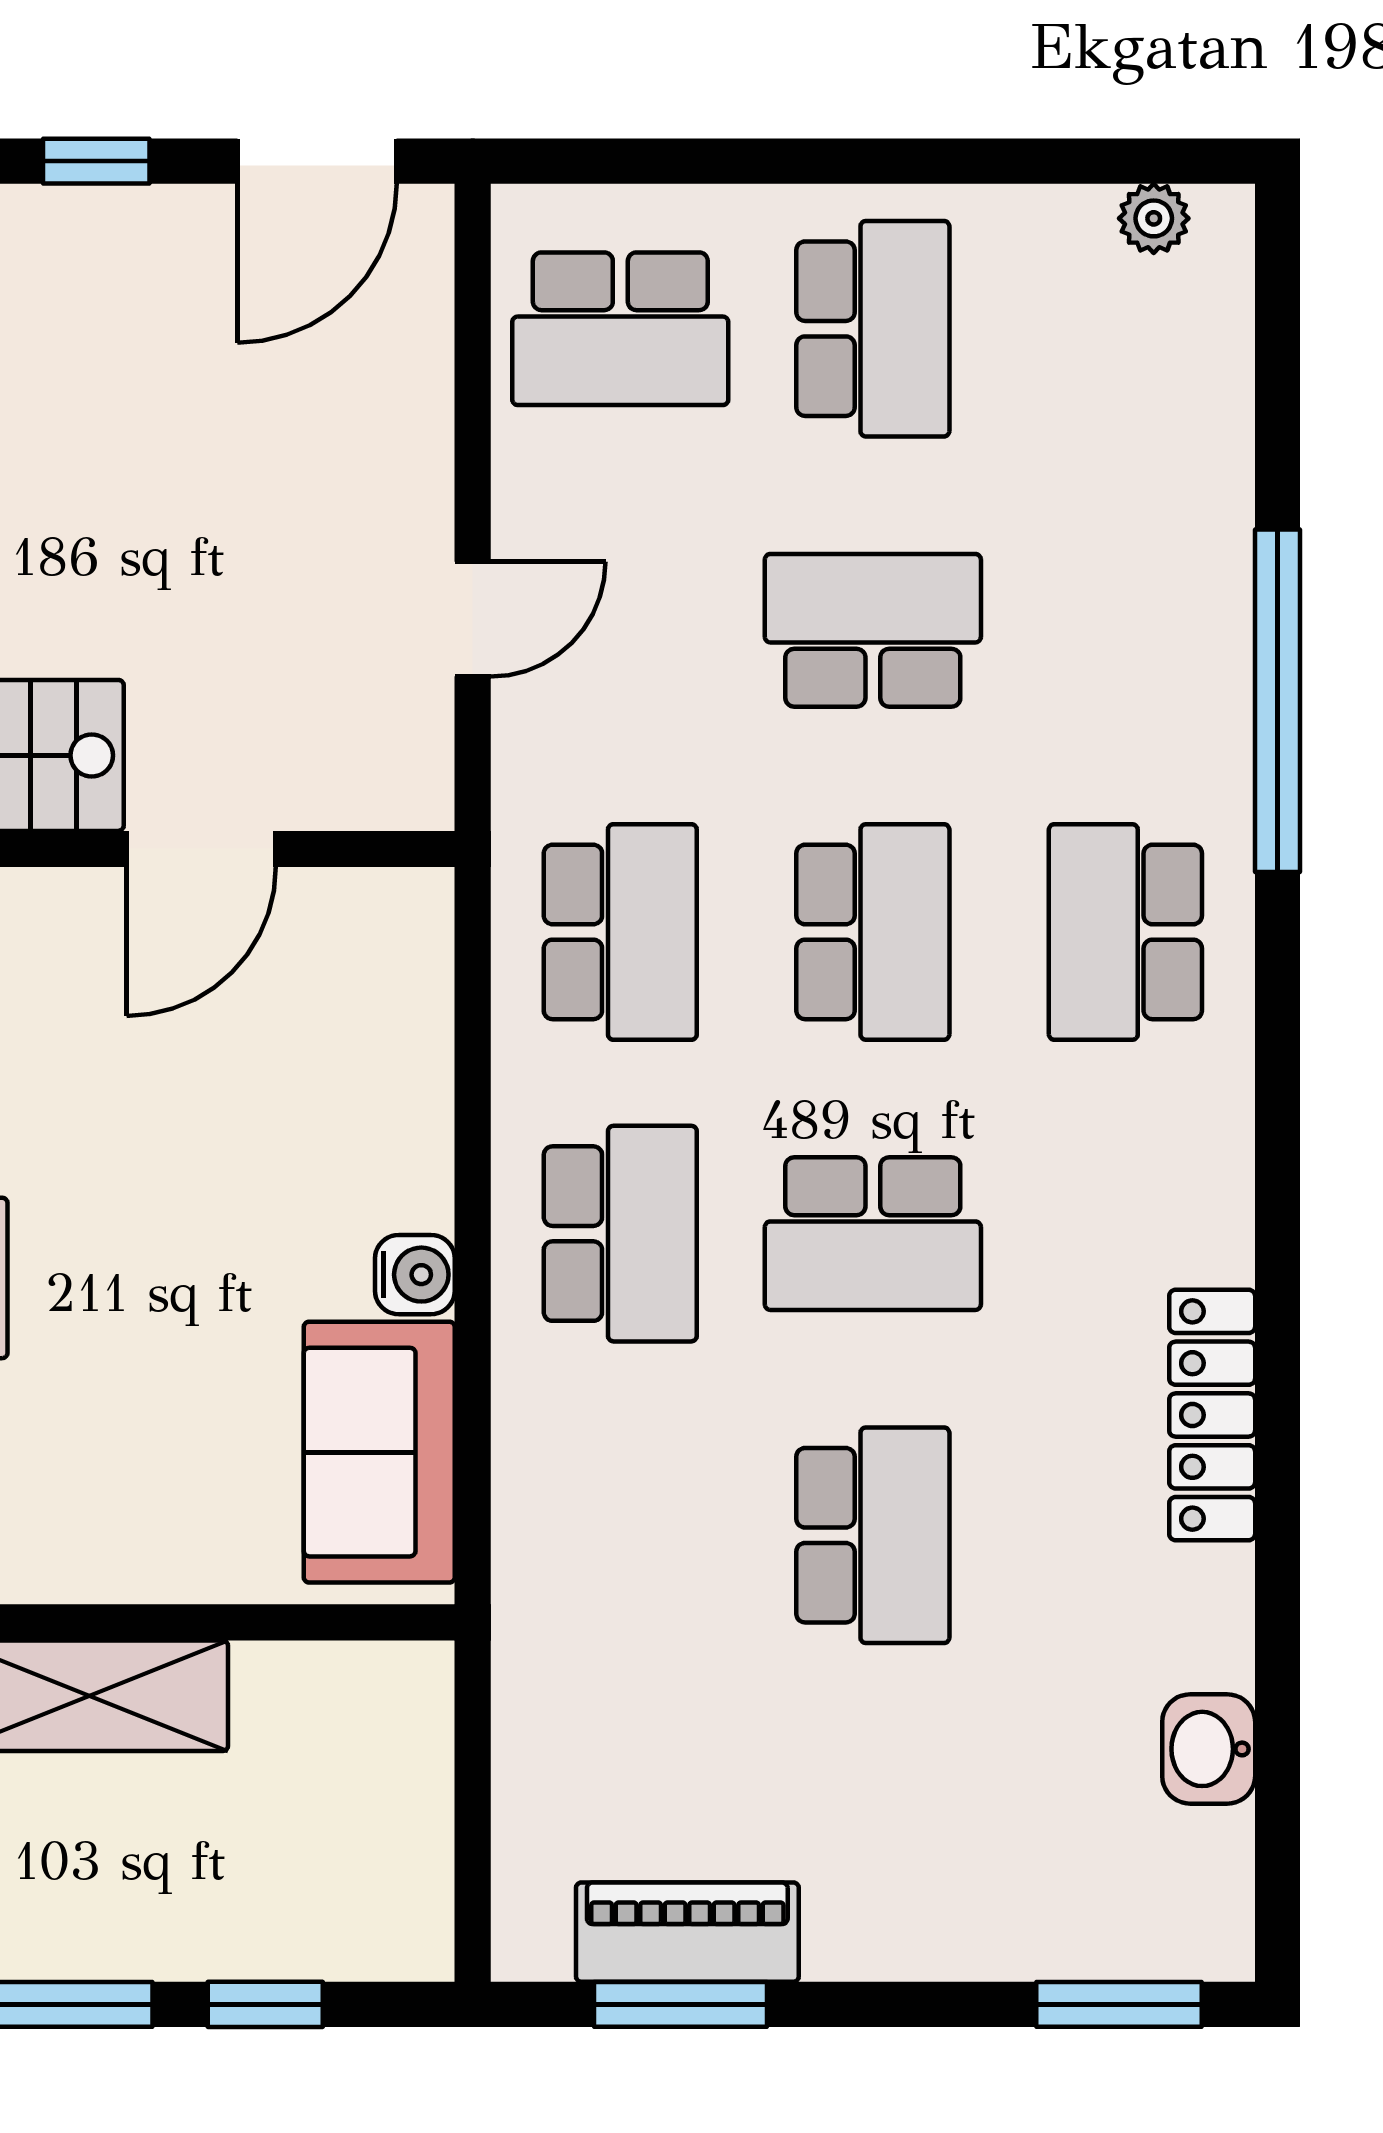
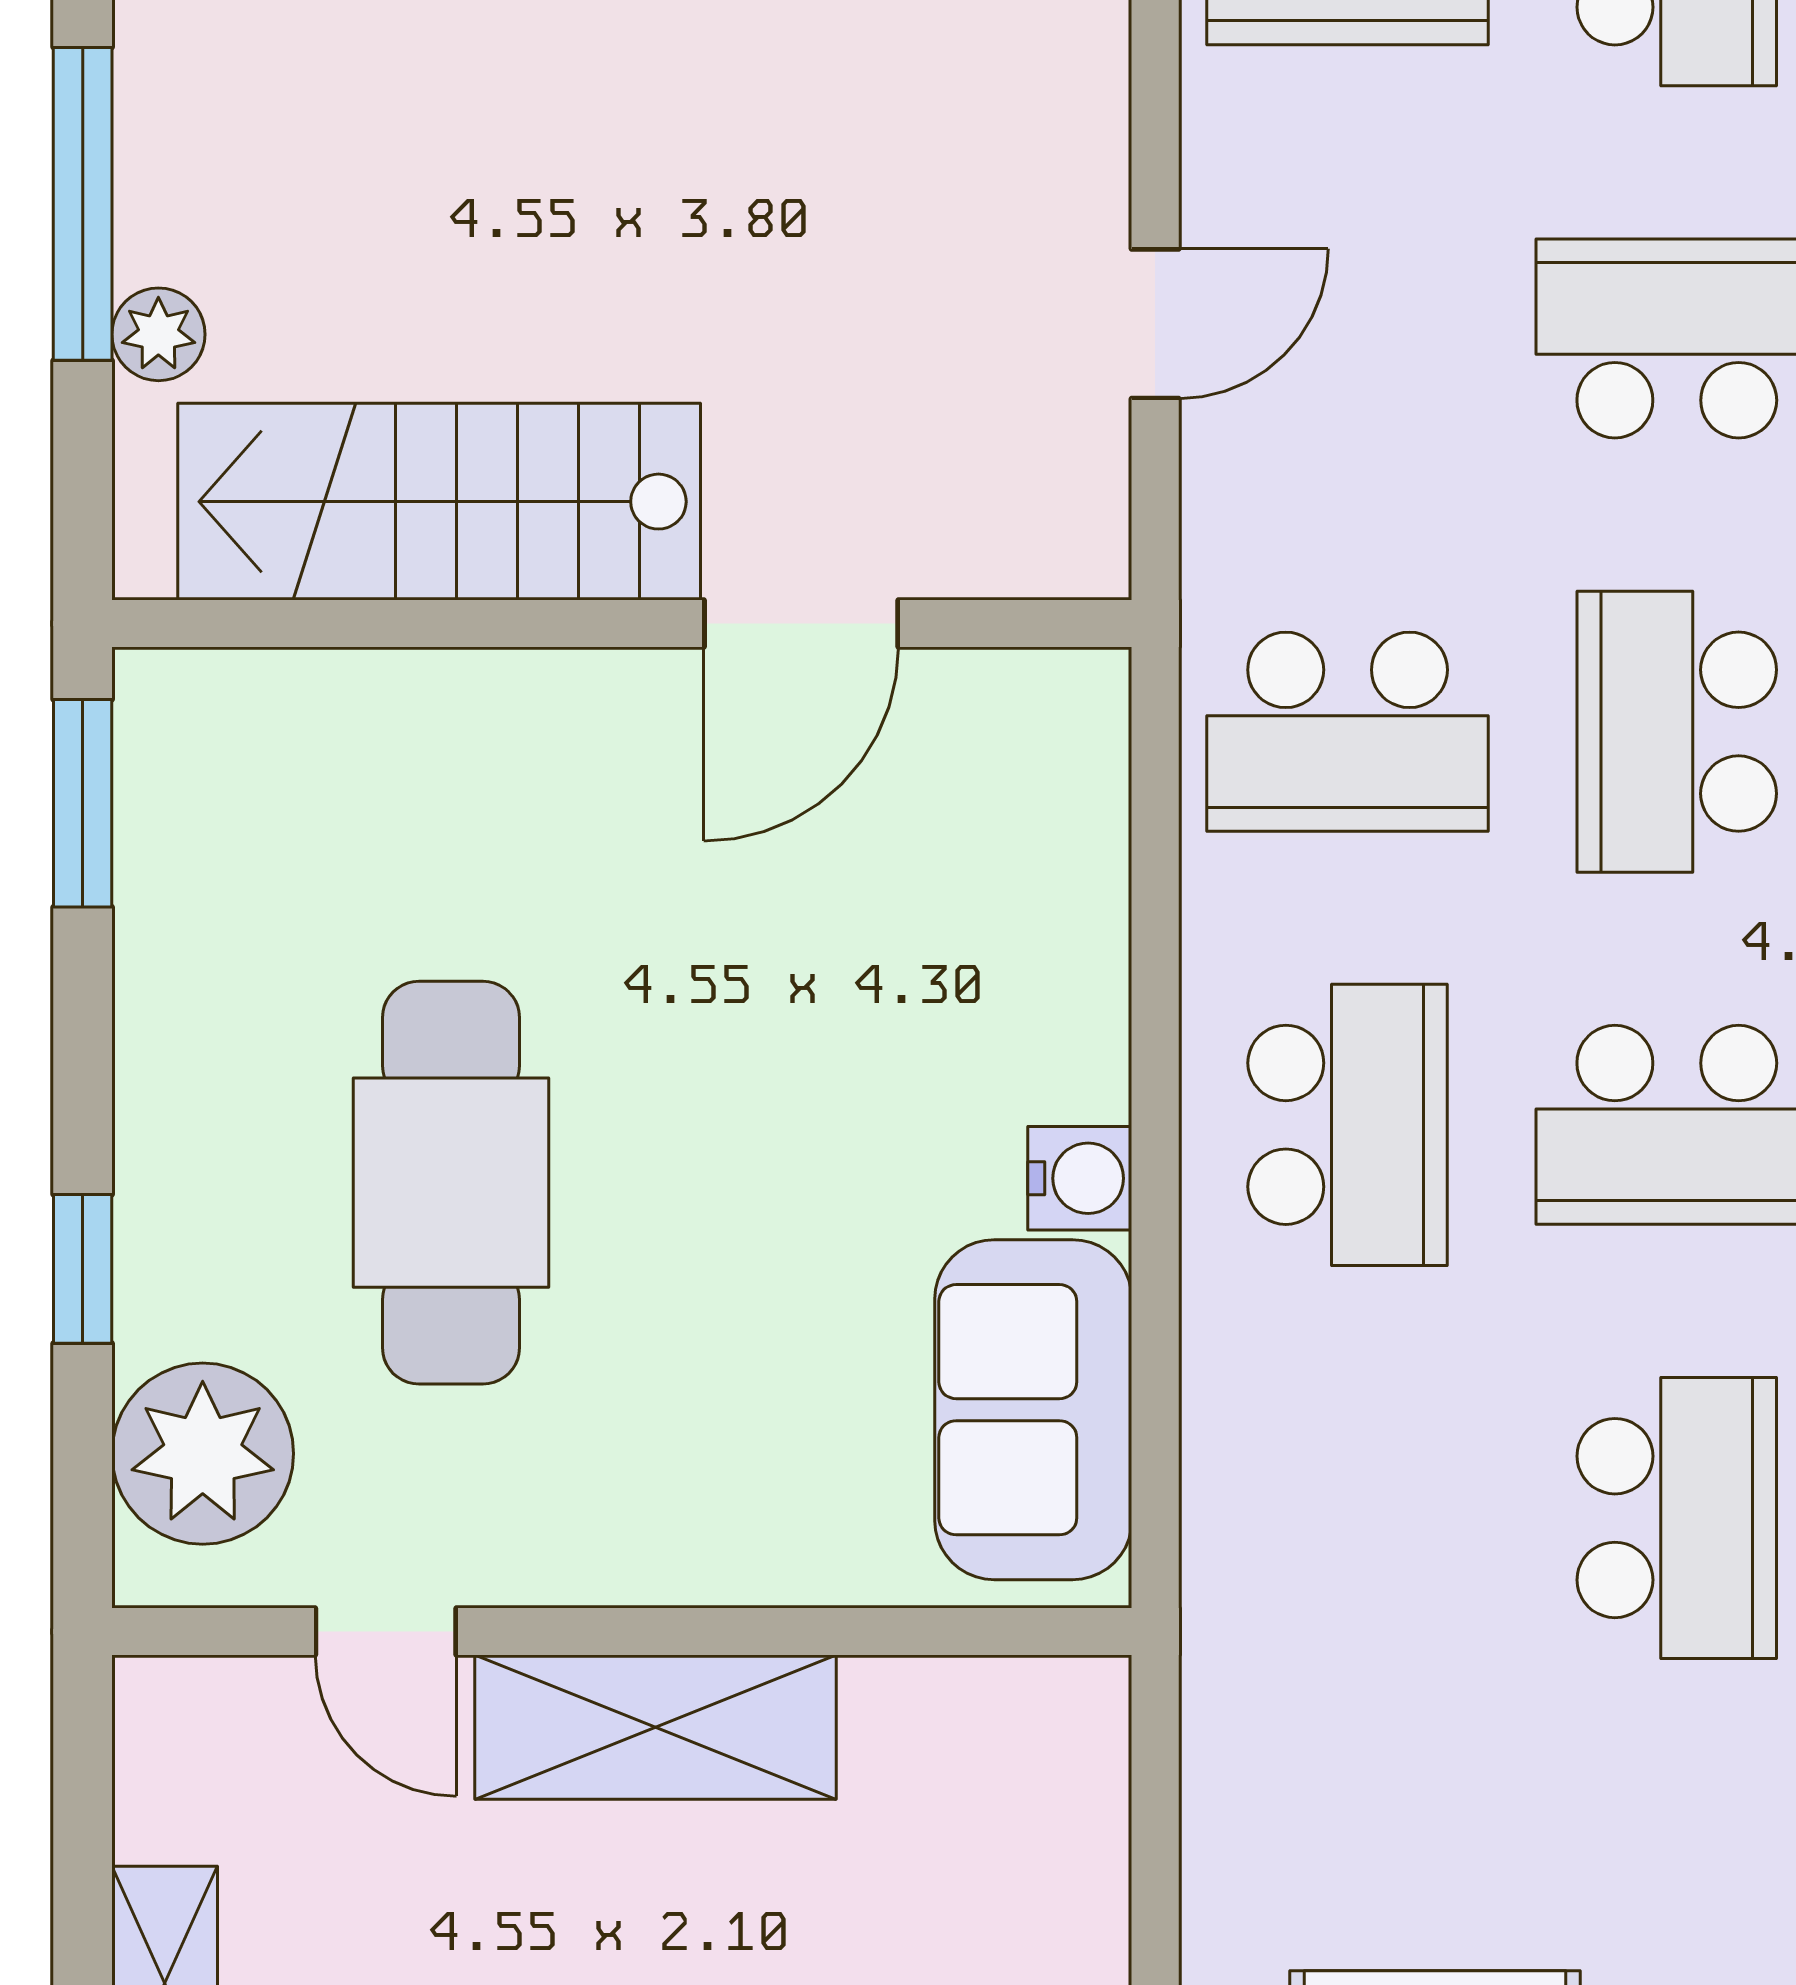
school desk: (620, 932) -> (1348, 732), turned 90
school desk: (873, 932) -> (1677, 732), turned 180

